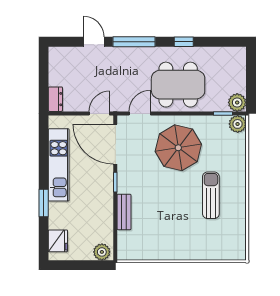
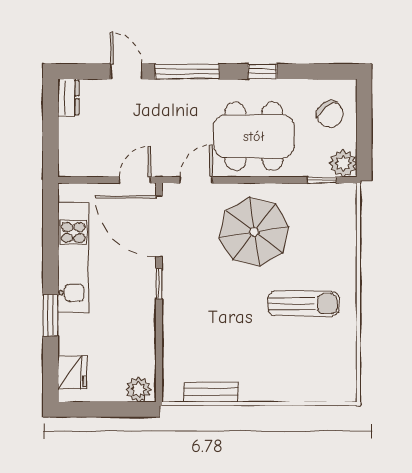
chair: (228, 70) -> (330, 114), added
dresser: (55, 99) -> (68, 97), moved
plant: (238, 124) -> (344, 196), removed
sun lounger: (211, 195) -> (304, 304), turned 90
bench: (124, 212) -> (211, 392), moved, turned 90

